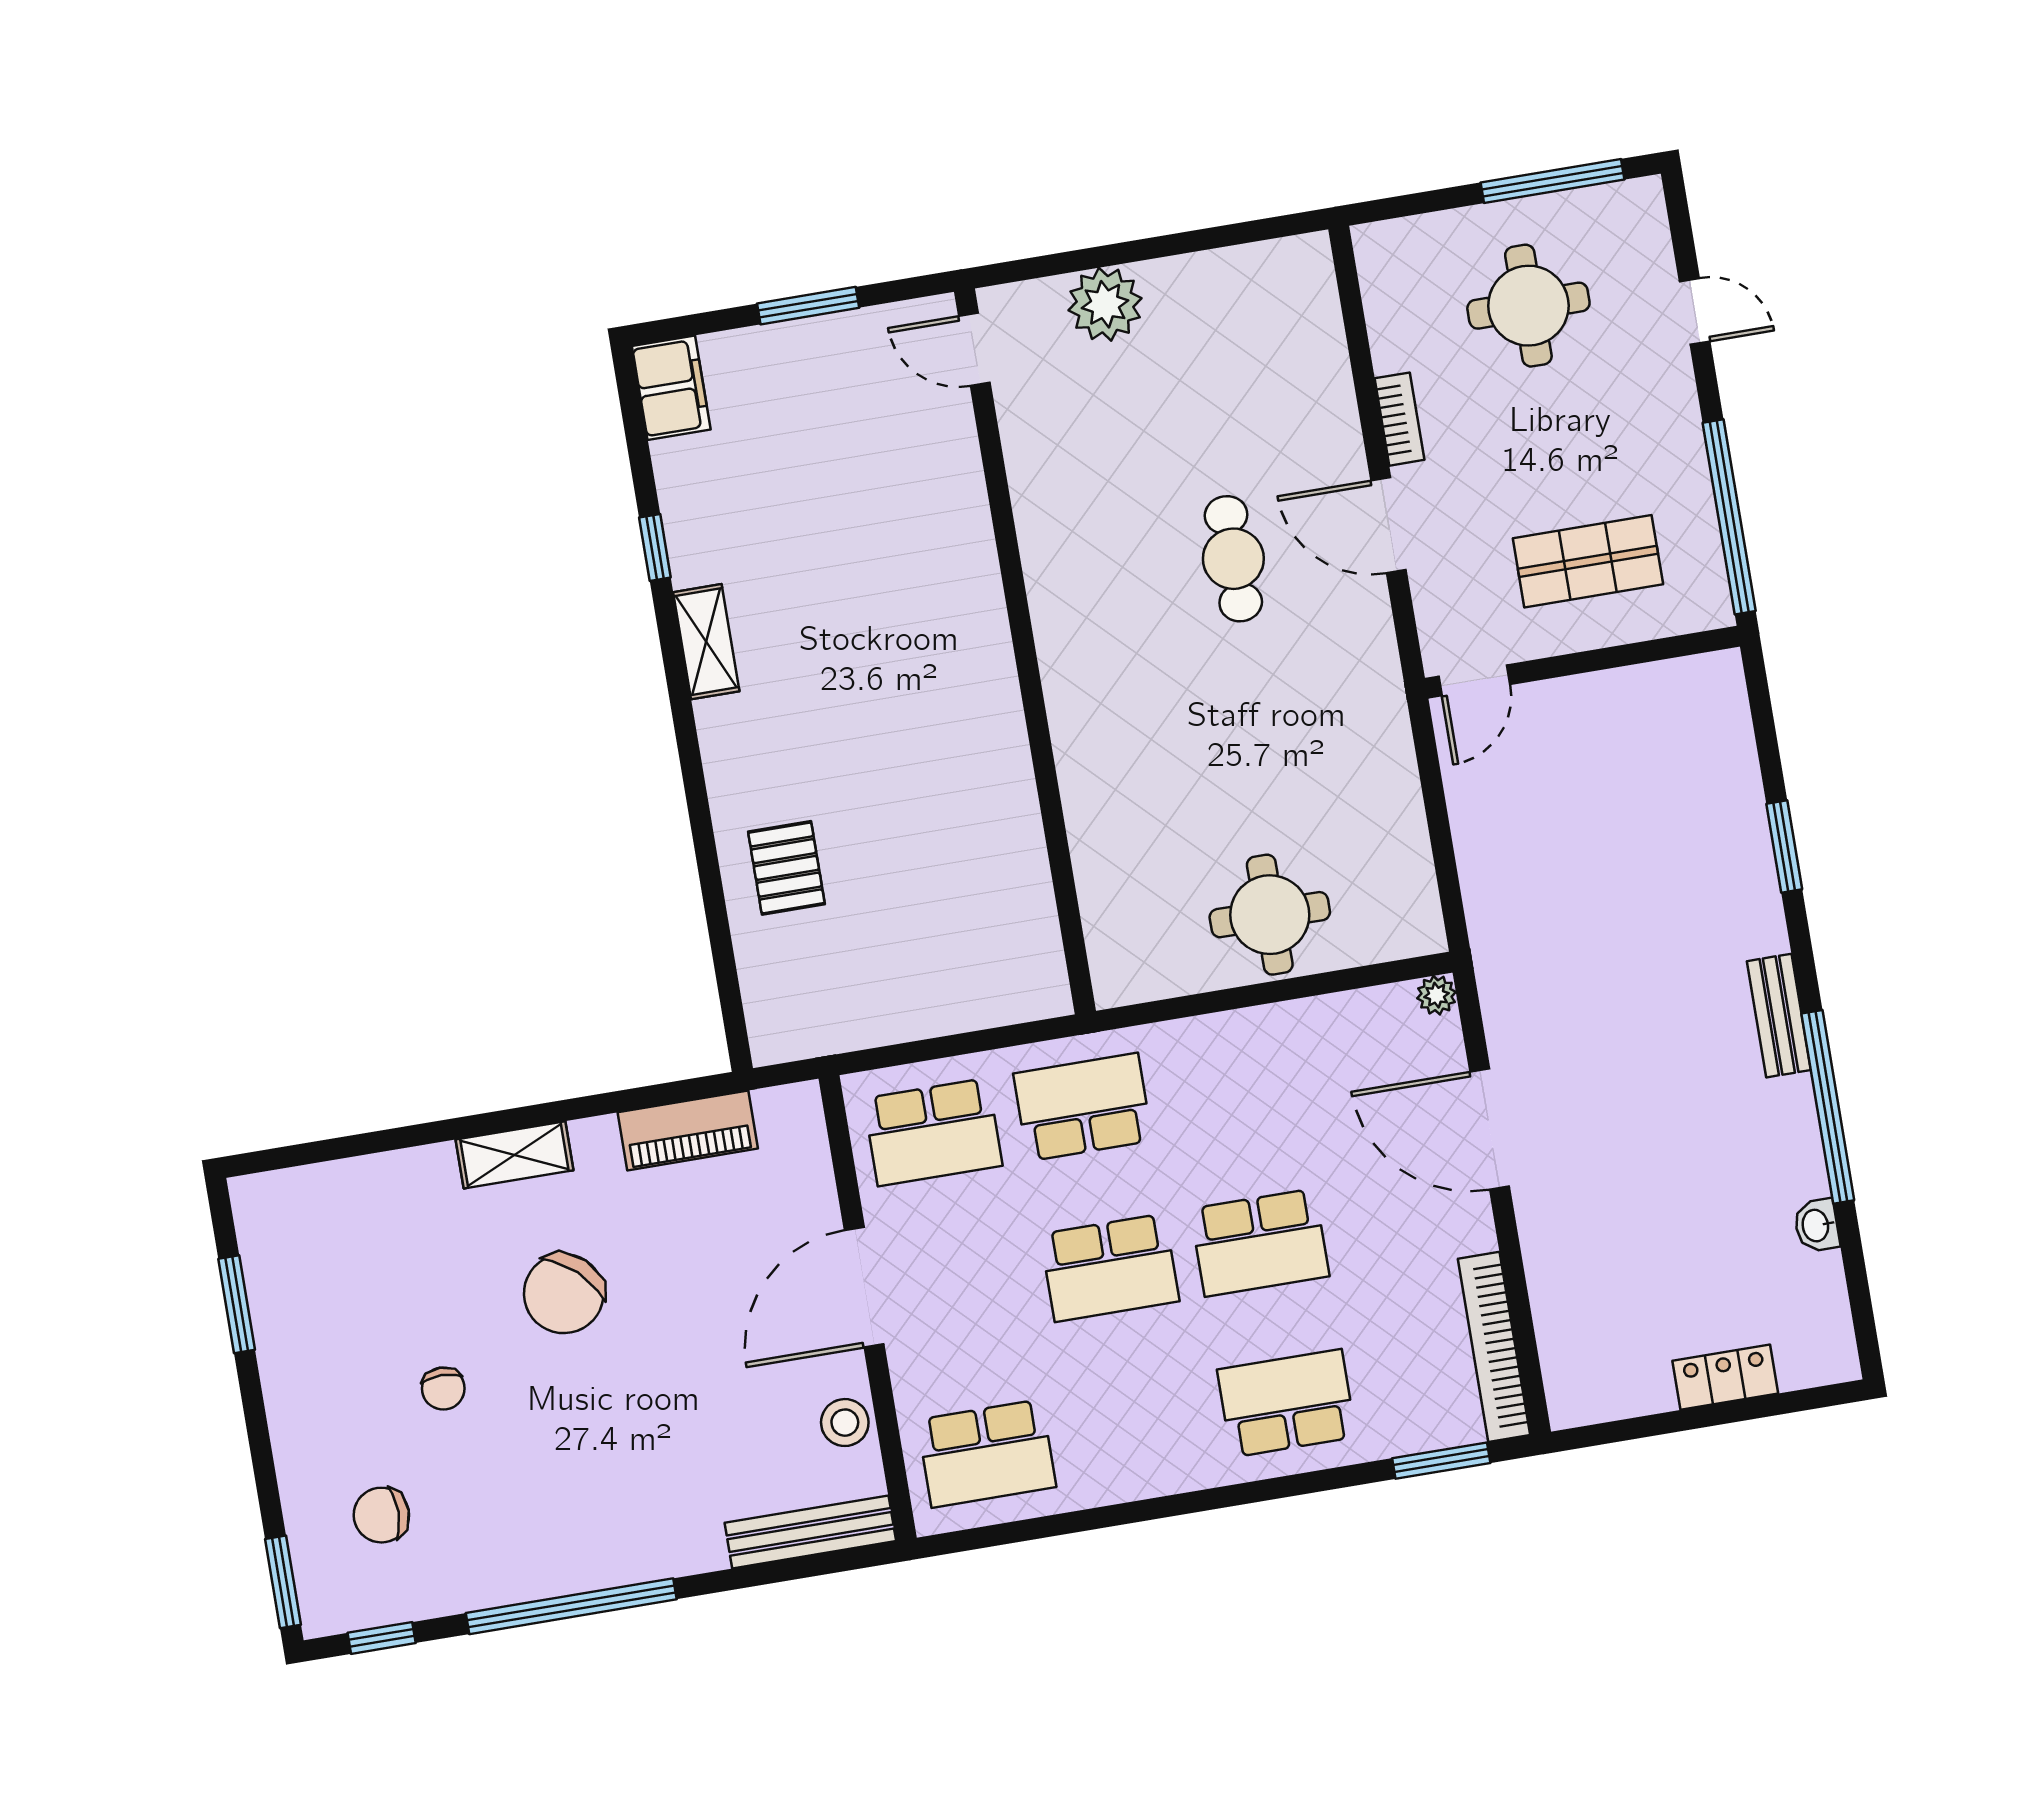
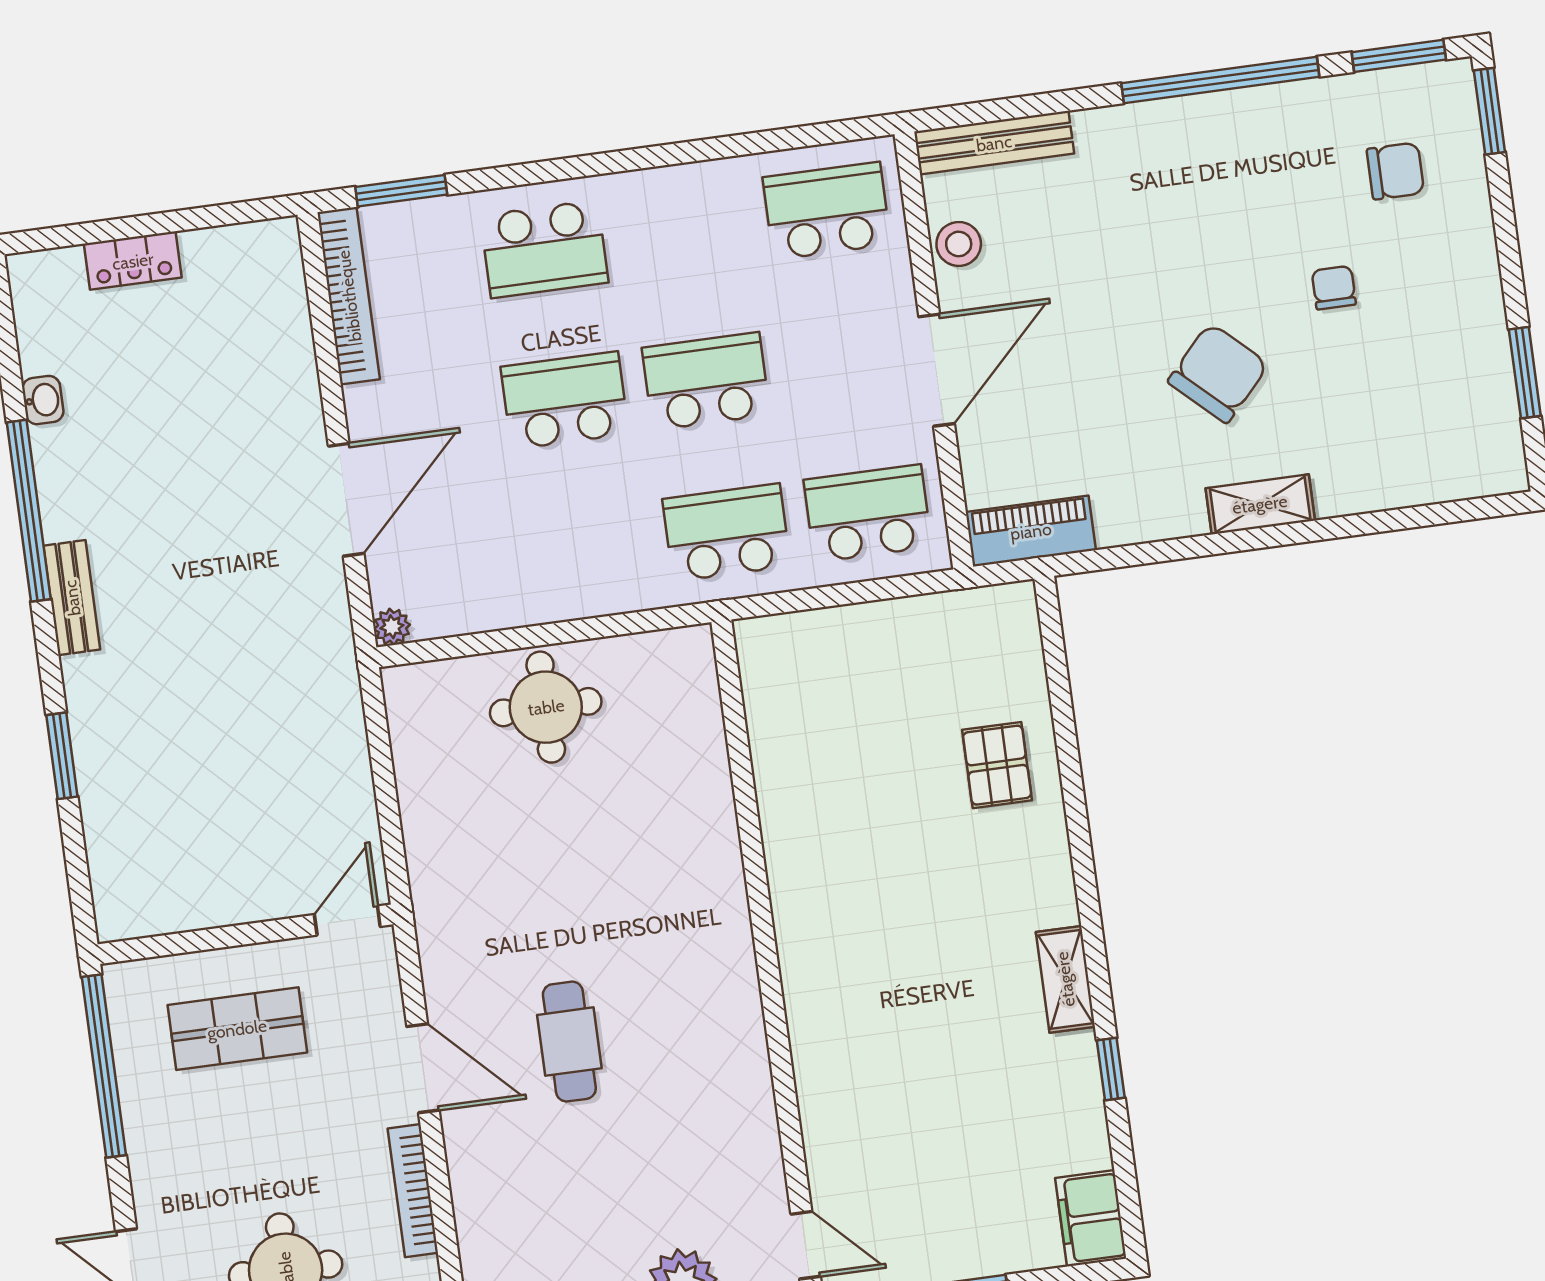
bookcase: (1399, 419) -> (413, 1191), width x1.56
school desk: (1083, 1107) -> (726, 532), turned 180
door: (1490, 1129) -> (346, 500), hinge flipped
piano: (688, 1130) -> (1031, 531), moved
window: (382, 1638) -> (1399, 56), width x1.50

